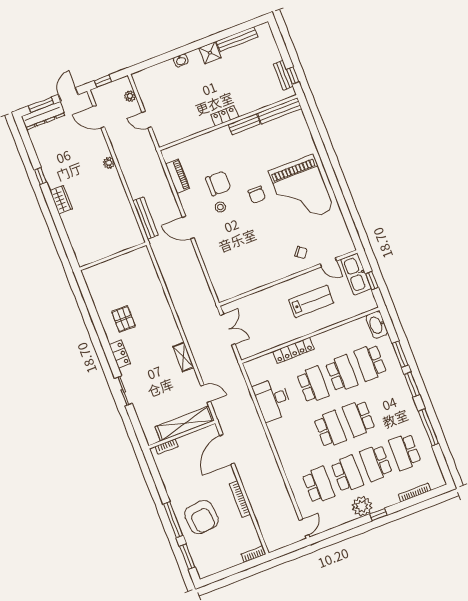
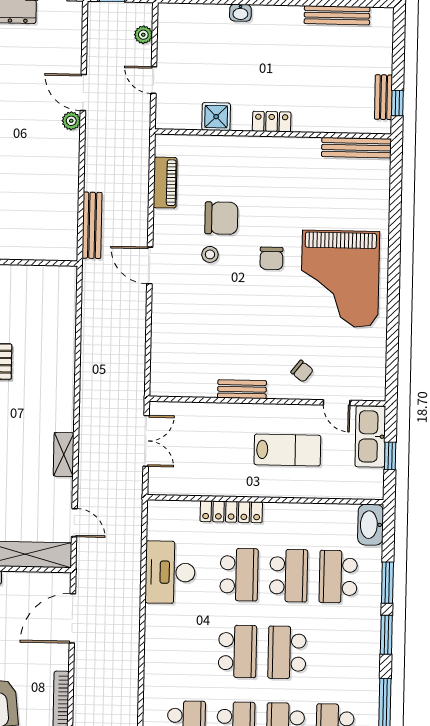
shower: (210, 53) -> (216, 117), moved
door: (99, 117) -> (83, 93), moved
bench: (244, 124) -> (242, 389), moved

